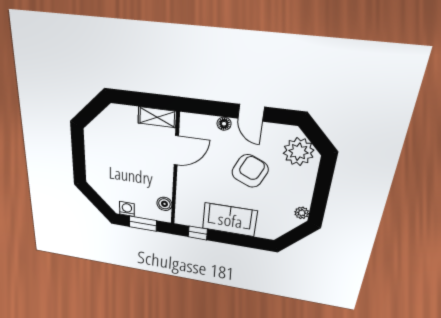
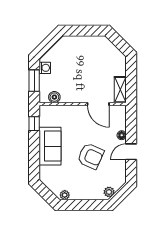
plant: (299, 152) -> (109, 192), width x0.53, depth x0.53

